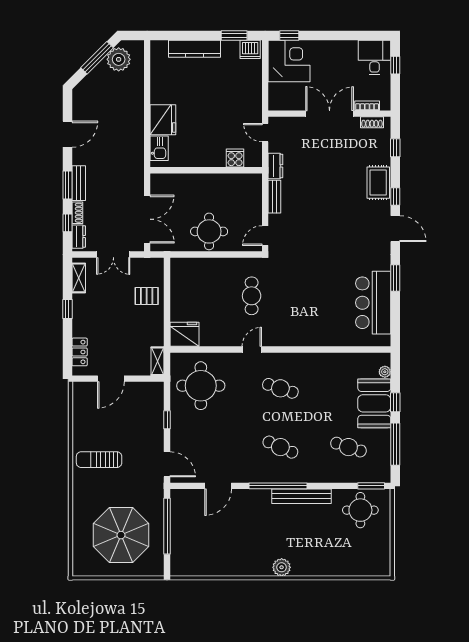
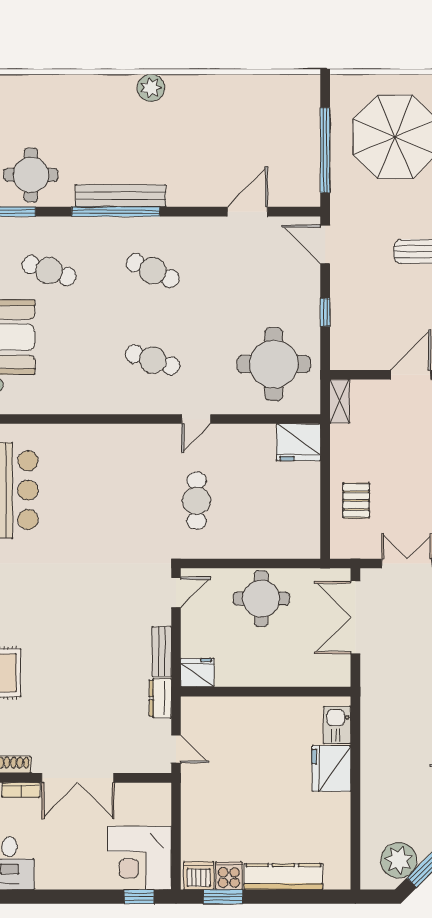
cooker: (235, 158) -> (229, 876), moved, turned 180
fridge: (251, 183) -> (197, 673), added
pallet: (147, 296) -> (356, 500), turned 90
window: (278, 486) -> (116, 212), moved

